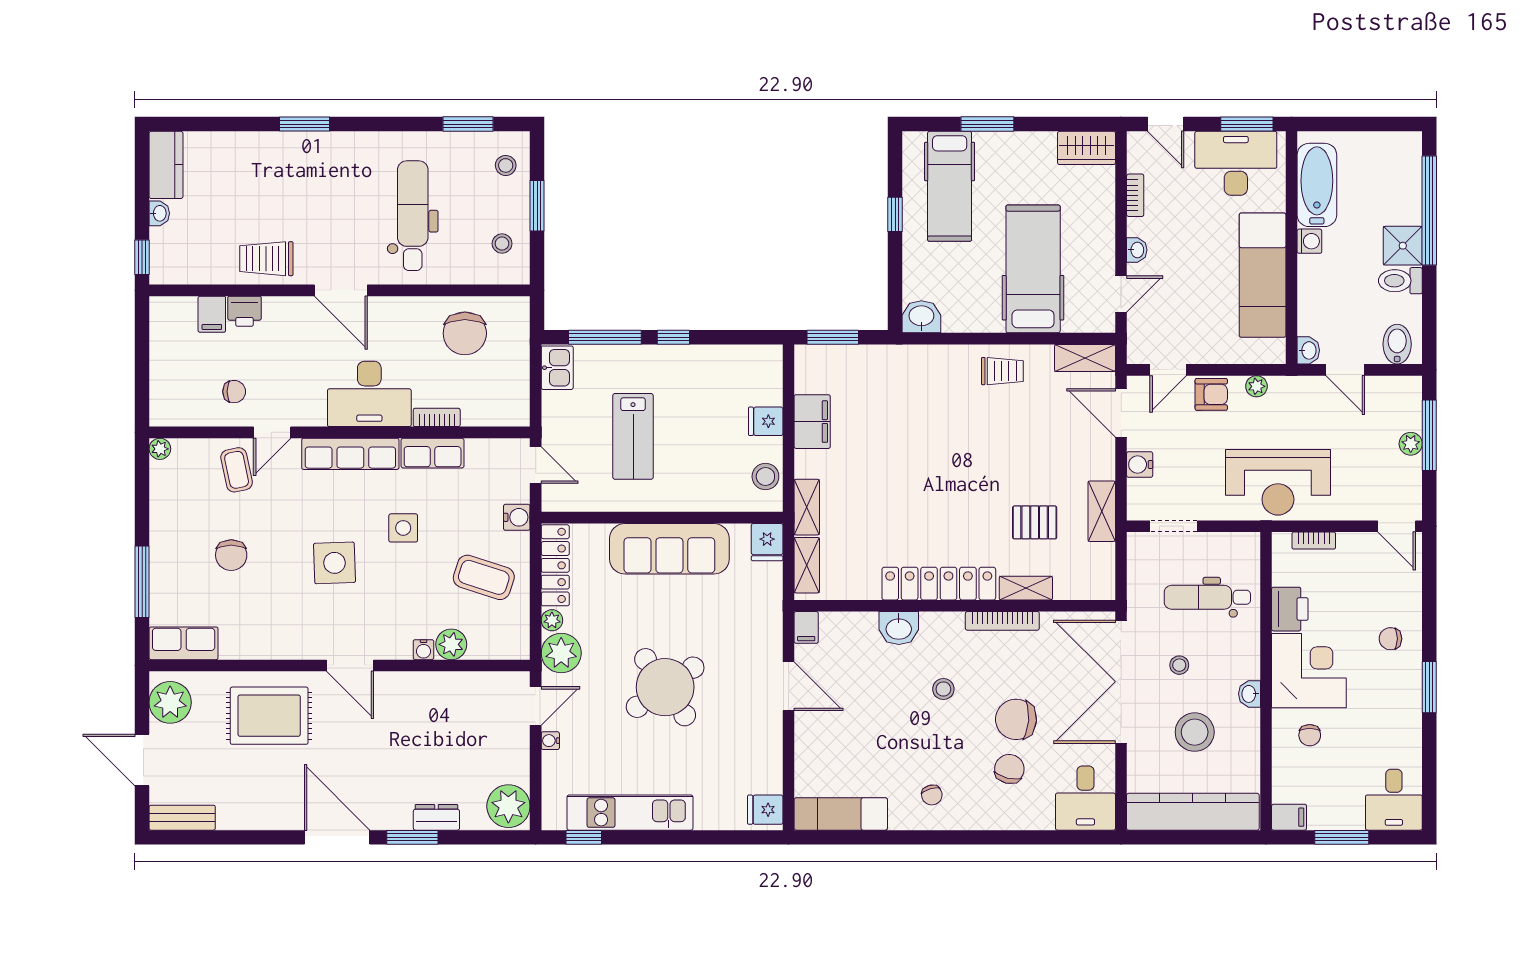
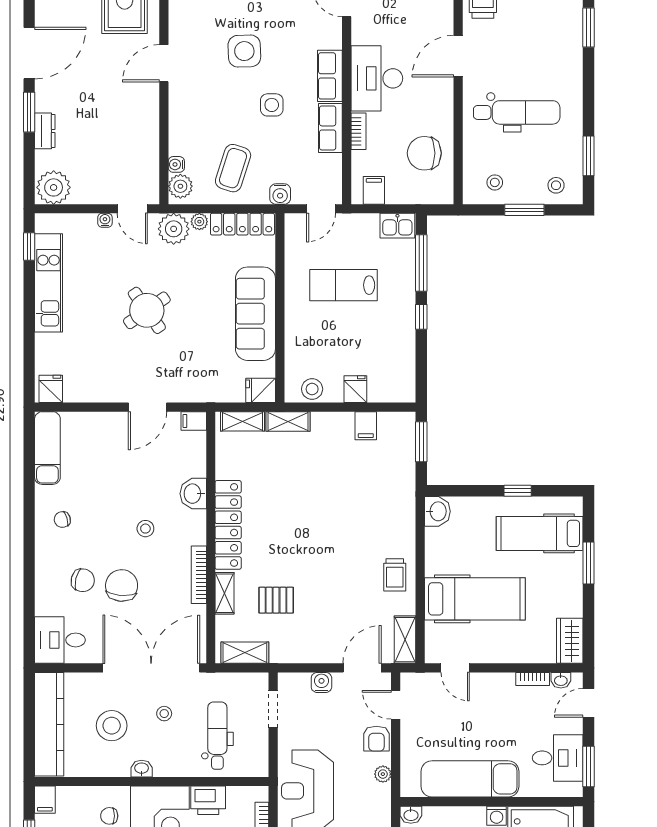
desk: (1236, 163) -> (558, 758), width x0.73
washbasin: (1137, 250) -> (561, 680), moved
filing cabinet: (512, 398) -> (374, 190), added
filing cabinet: (812, 422) -> (366, 426), width x0.50
row of seats: (350, 454) -> (330, 76), width x0.68
shelving: (1102, 511) -> (245, 653), moved
pallet: (1035, 522) -> (276, 600), turned 90
plant: (451, 644) -> (180, 186), moved
water cooler: (423, 650) -> (176, 164), moved
round table: (665, 687) -> (147, 310), width x0.73, depth x0.73

